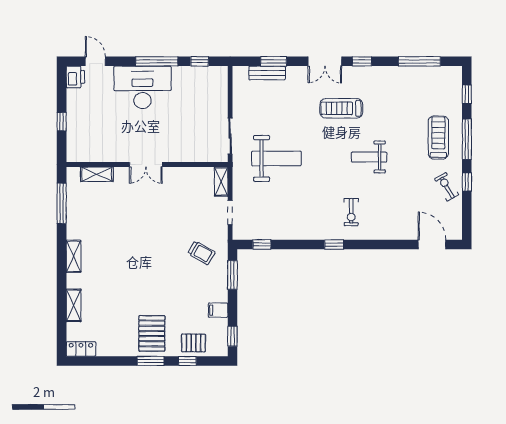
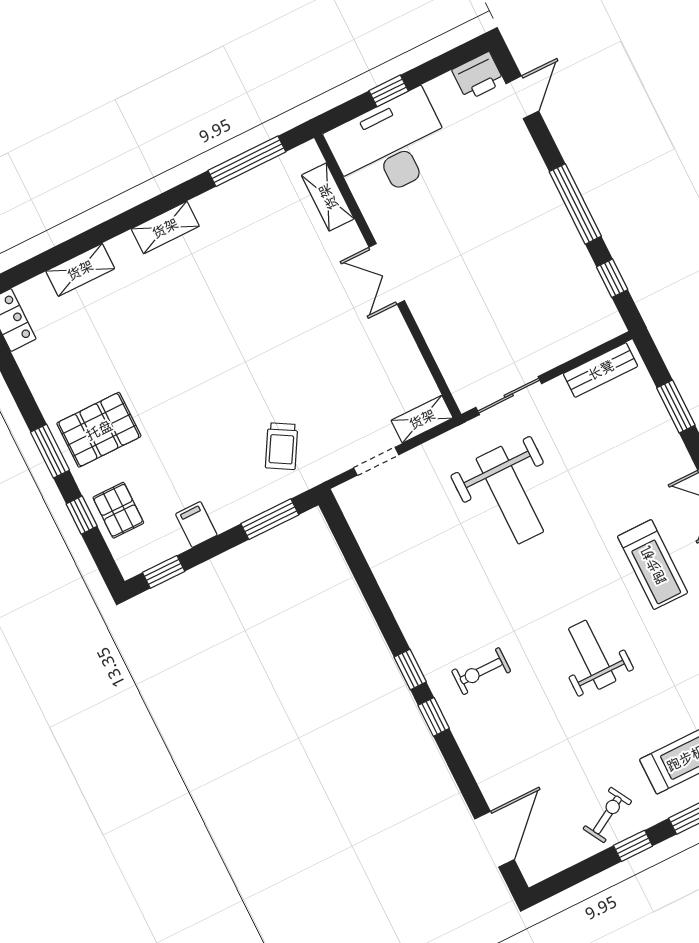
bench: (267, 73) -> (601, 370), moved, turned 90
desk: (142, 87) -> (390, 146), moved, turned -90
treadmill: (341, 108) -> (653, 565), turned 180
window: (262, 245) -> (434, 717), moved

